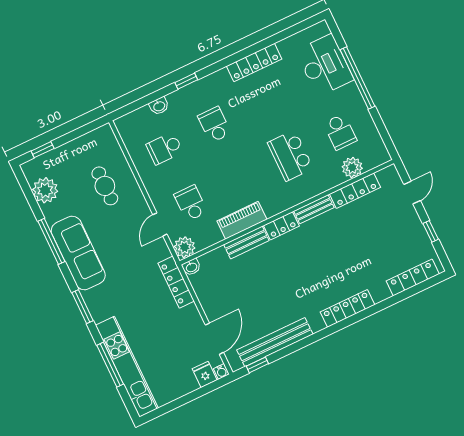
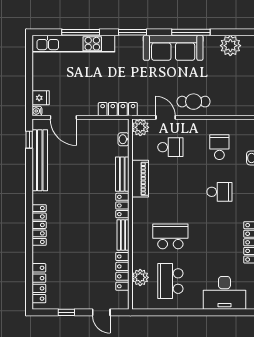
window: (357, 78) -> (204, 312), removed
school desk: (340, 132) -> (170, 281), width x1.85
cafe table: (105, 186) -> (194, 102), moved
washbasin: (191, 267) -> (123, 139), moved

